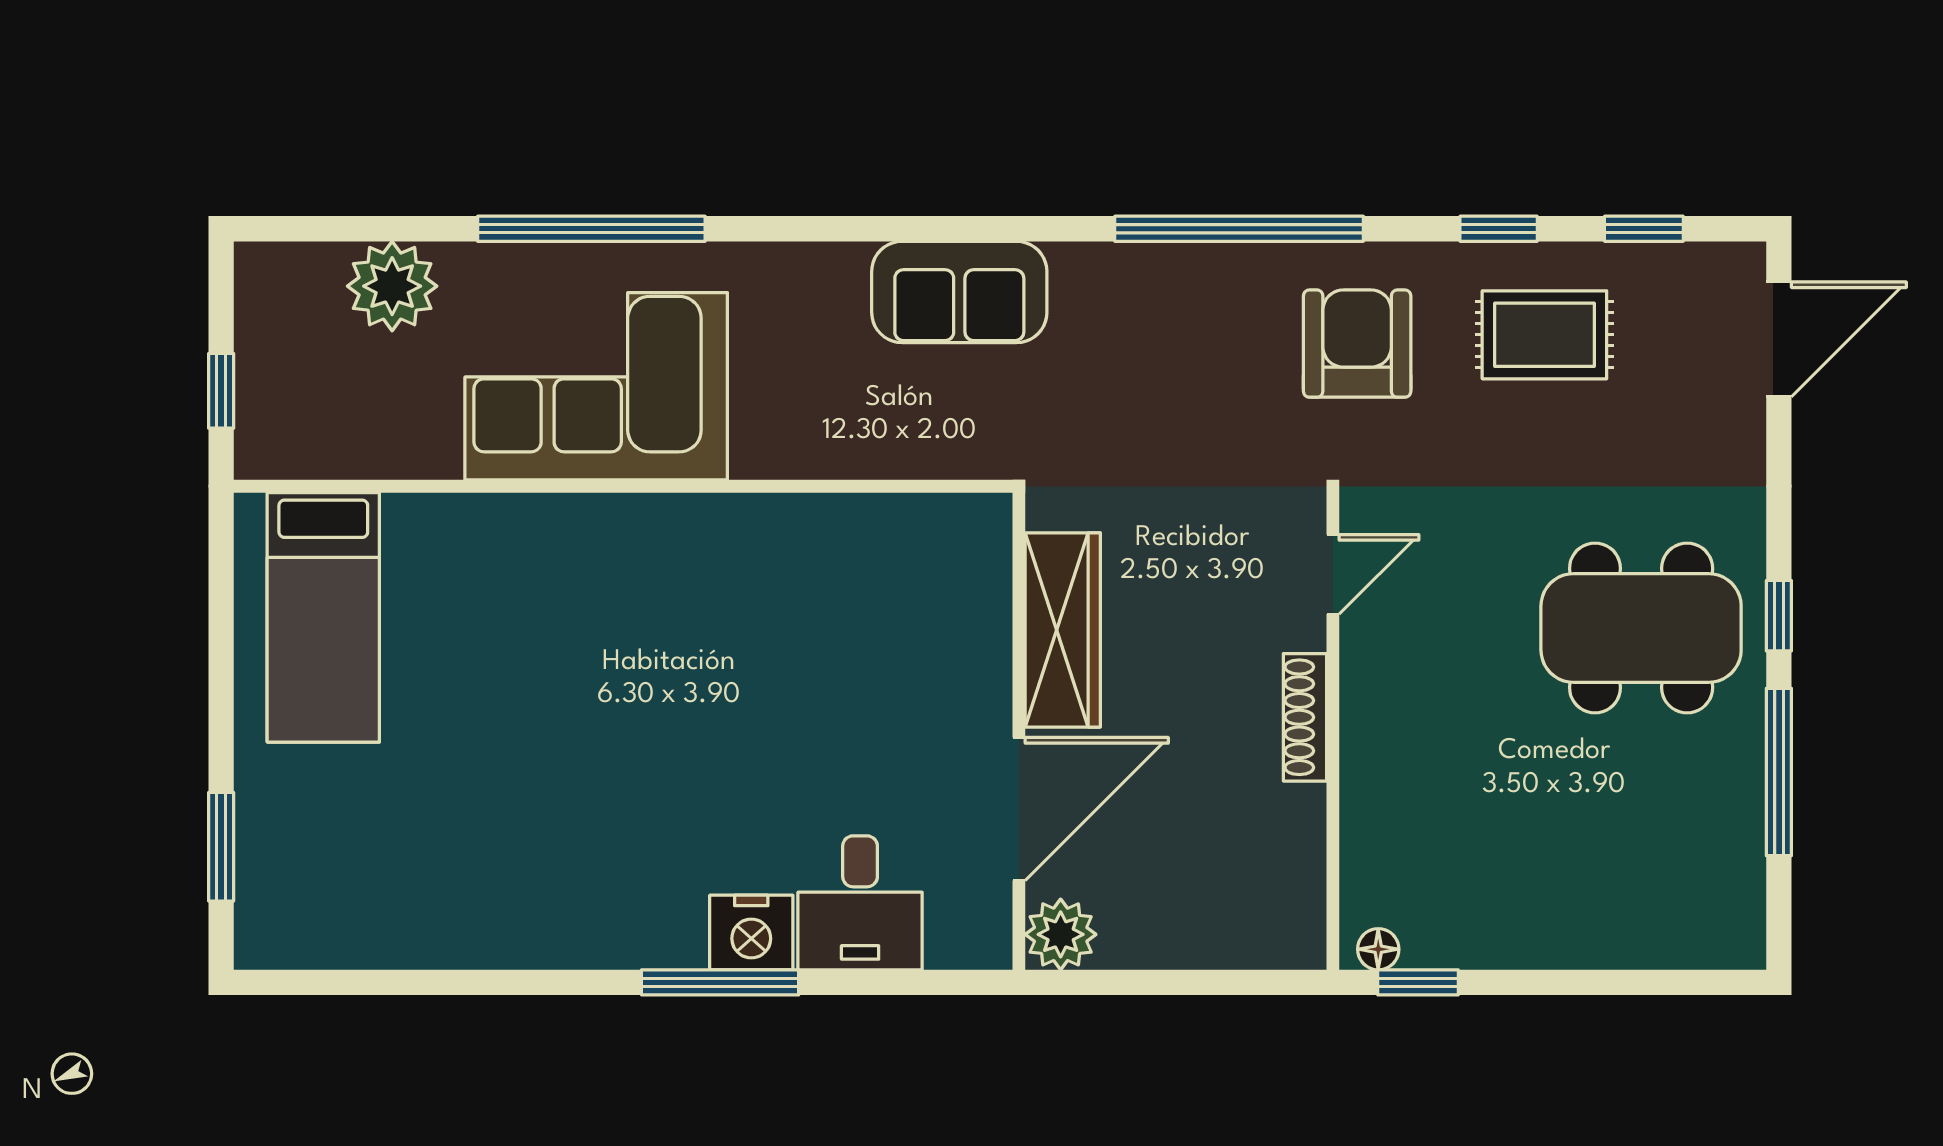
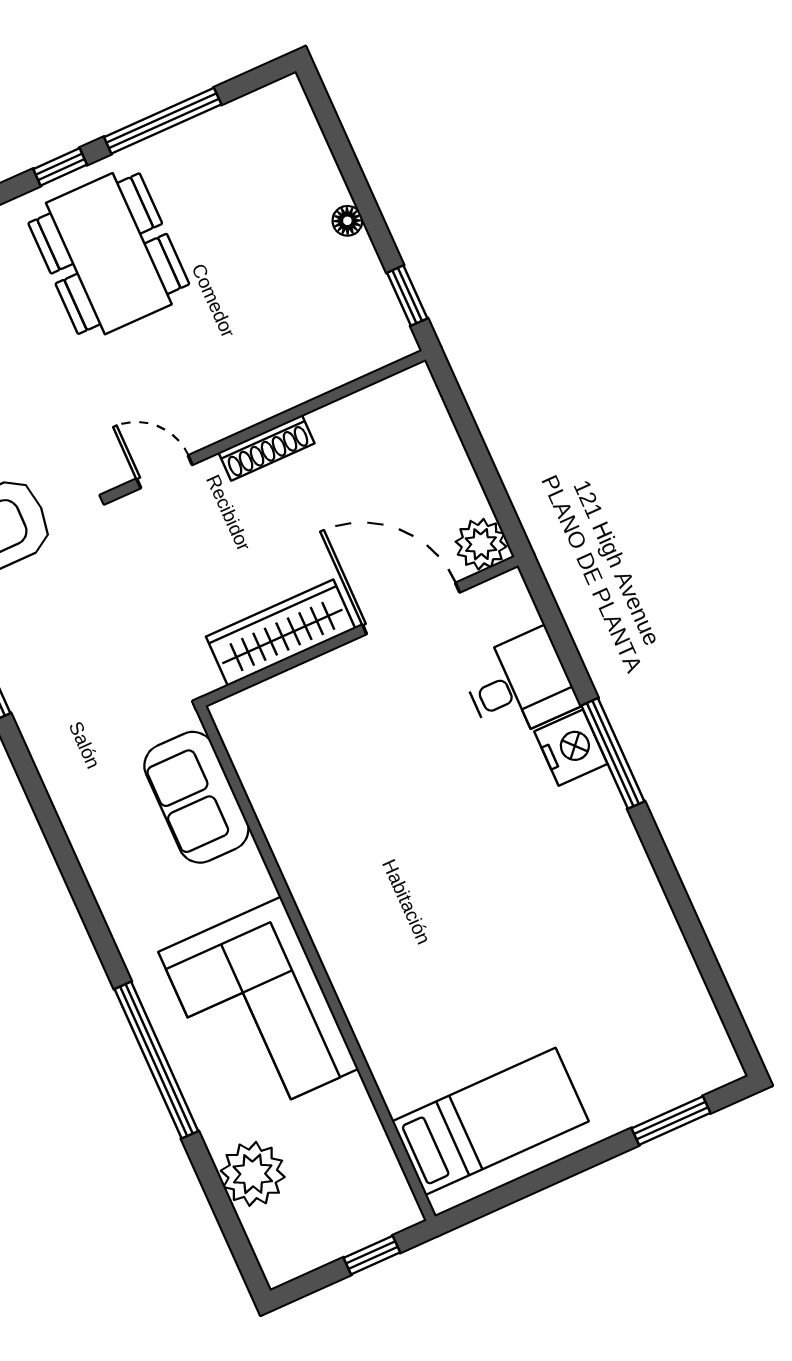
sofa: (959, 292) -> (196, 797), moved, turned 180
floor lamp: (1378, 949) -> (347, 221), moved

